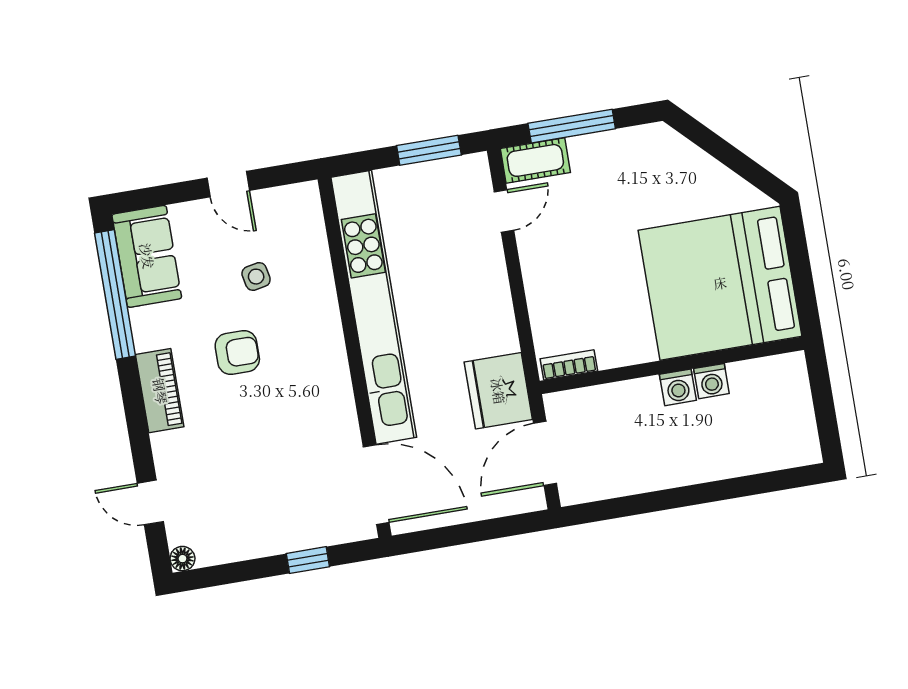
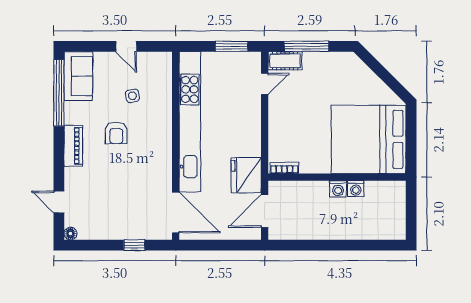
armchair: (237, 352) -> (116, 133), turned 90

